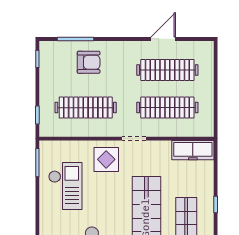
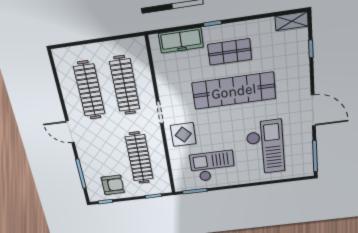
door: (163, 39) -> (70, 132), moved
armchair: (89, 62) -> (113, 185), moved, turned 90
freezer: (193, 150) -> (181, 40), moved, turned 90

